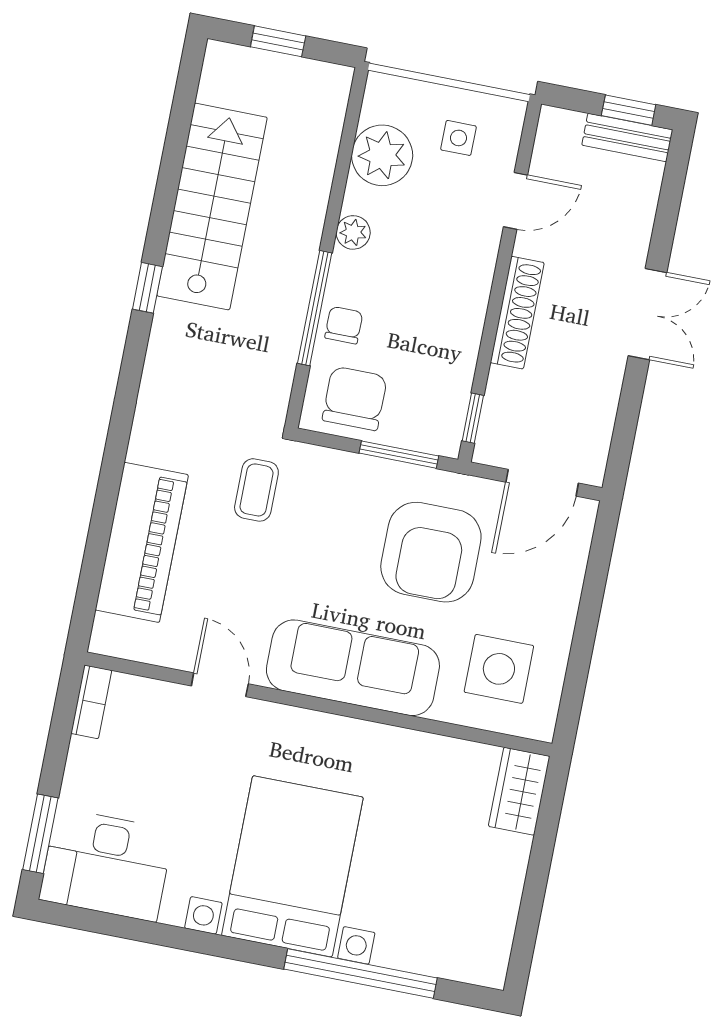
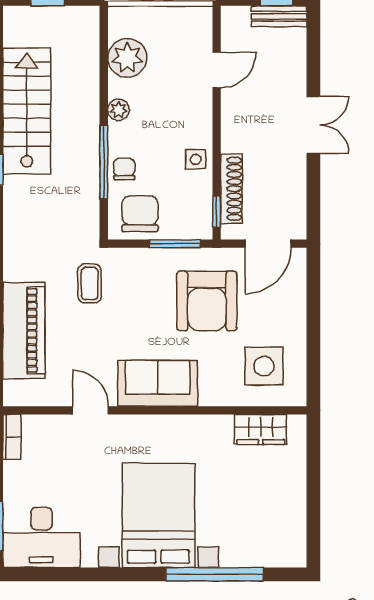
side table: (458, 138) -> (196, 159), moved
shoe rack: (517, 313) -> (231, 189), moved
sofa: (353, 668) -> (158, 383), width x0.73
wardrobe: (519, 791) -> (261, 429), moved, turned -90

